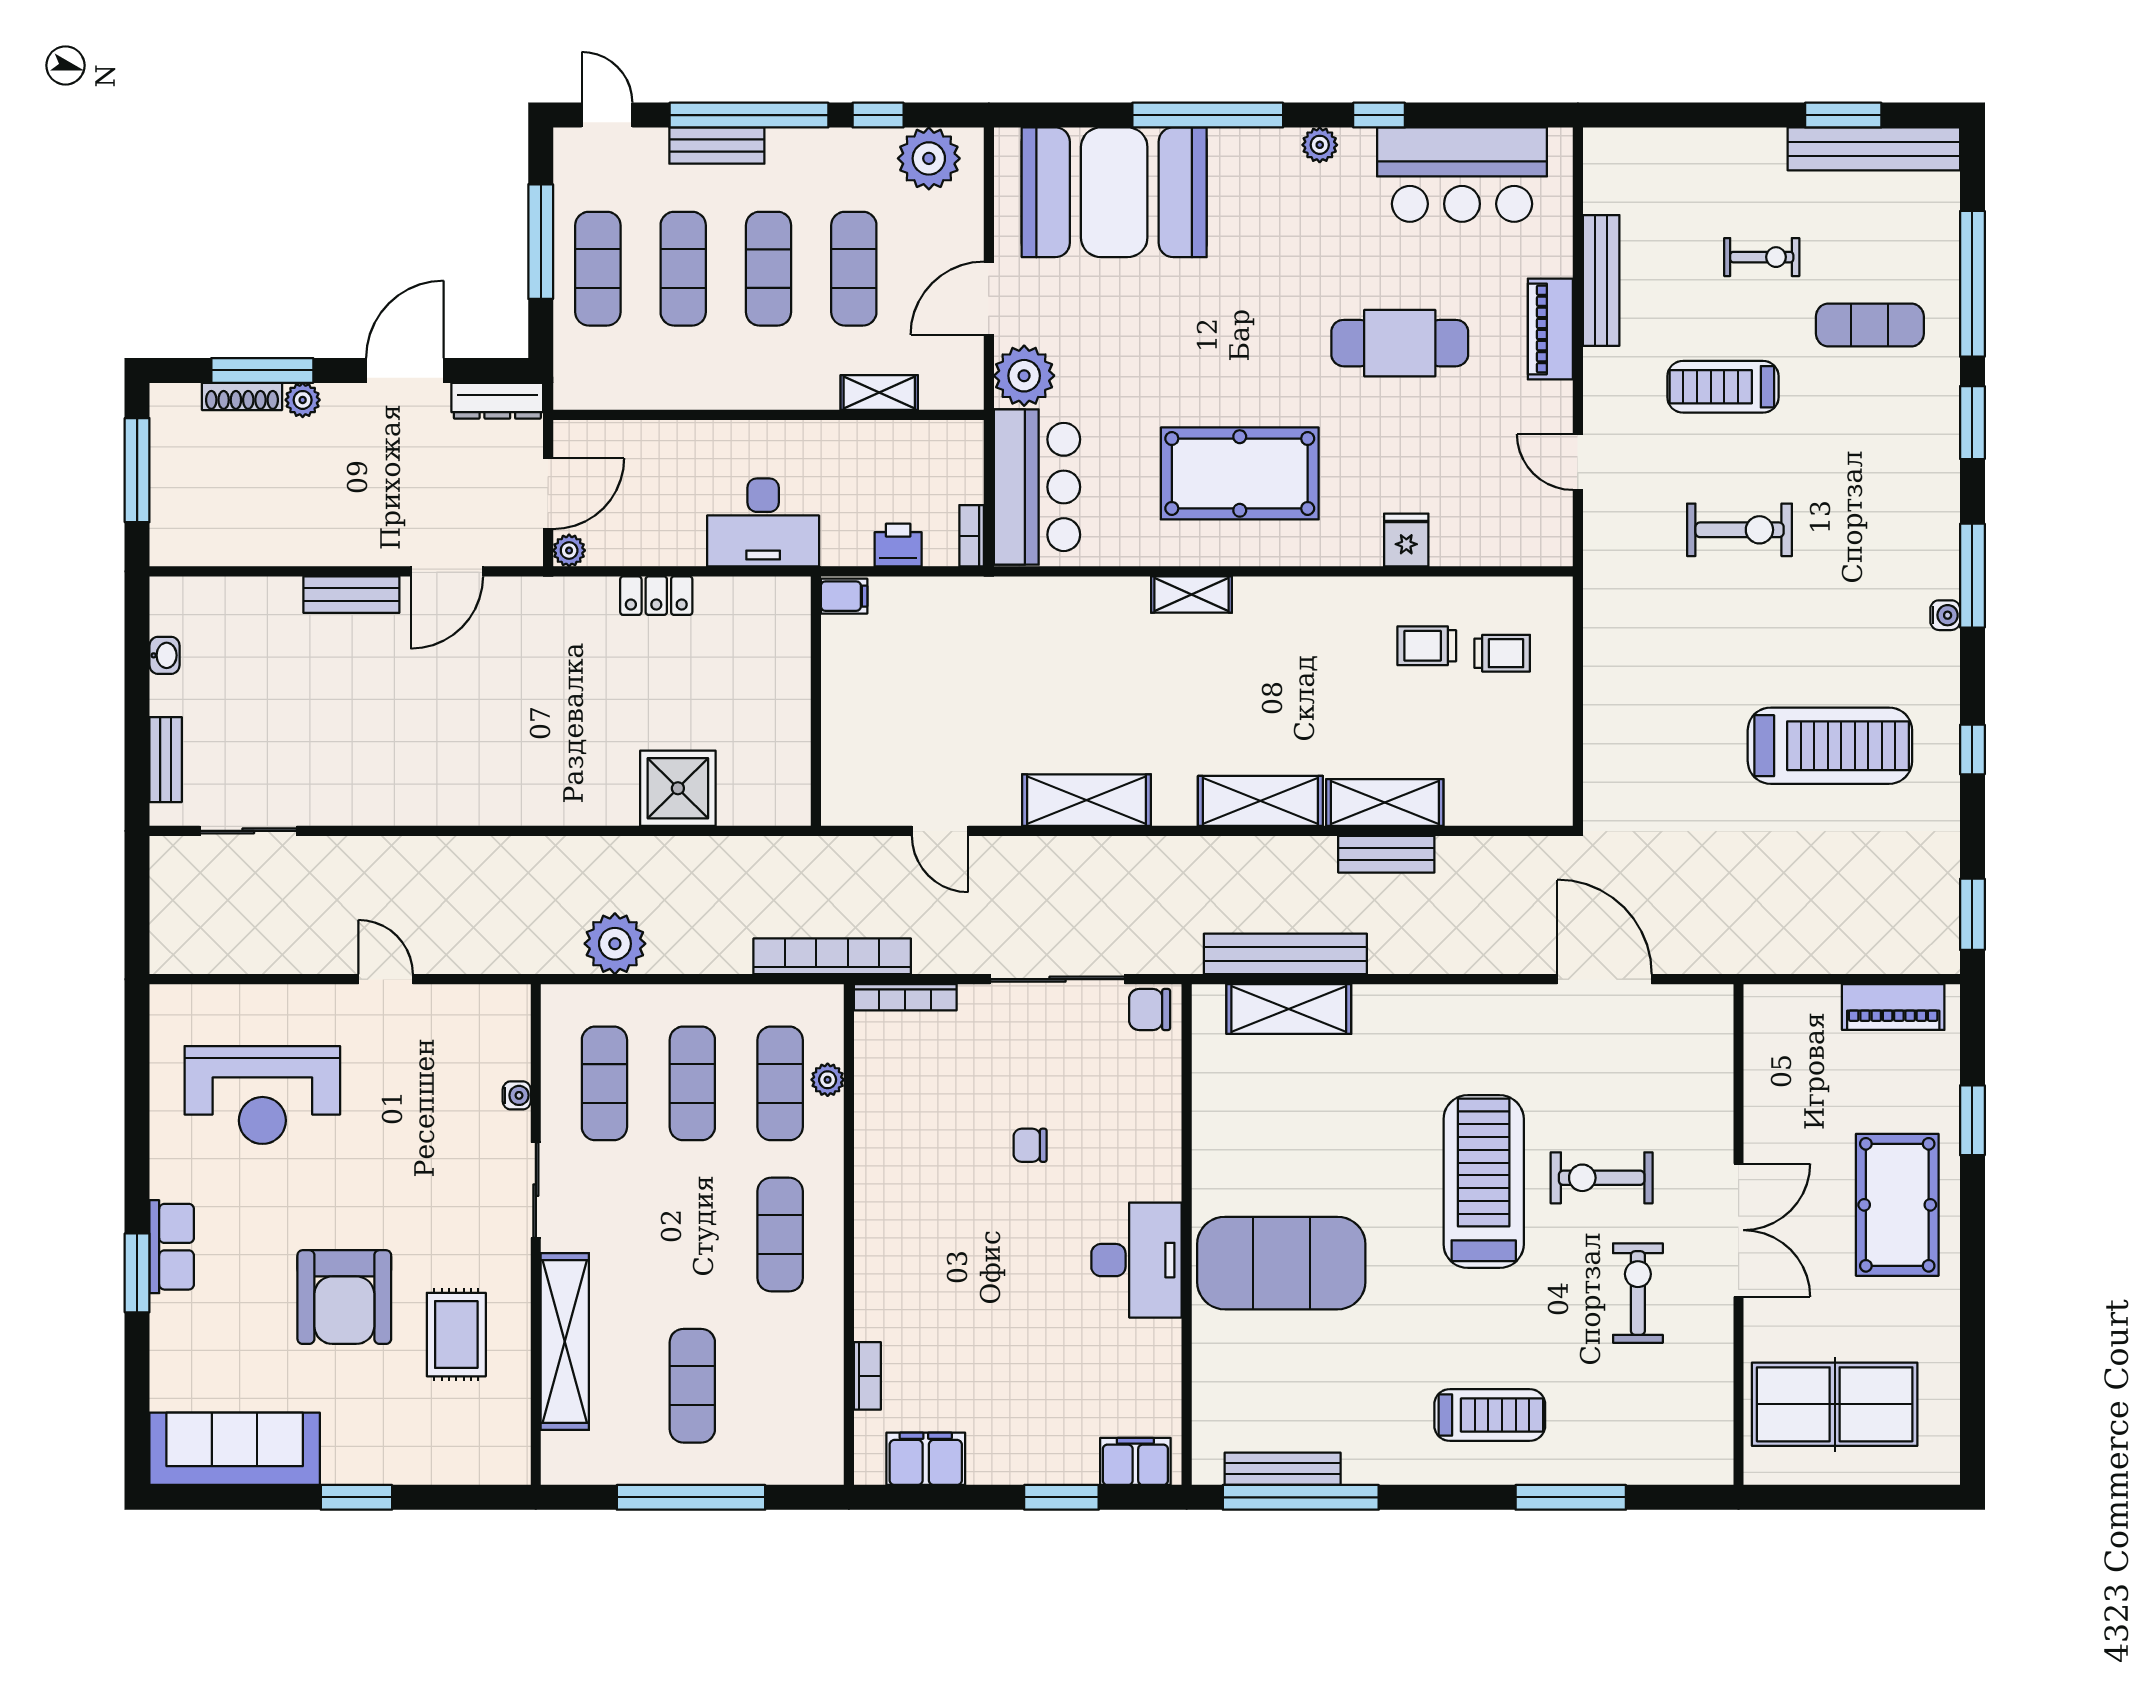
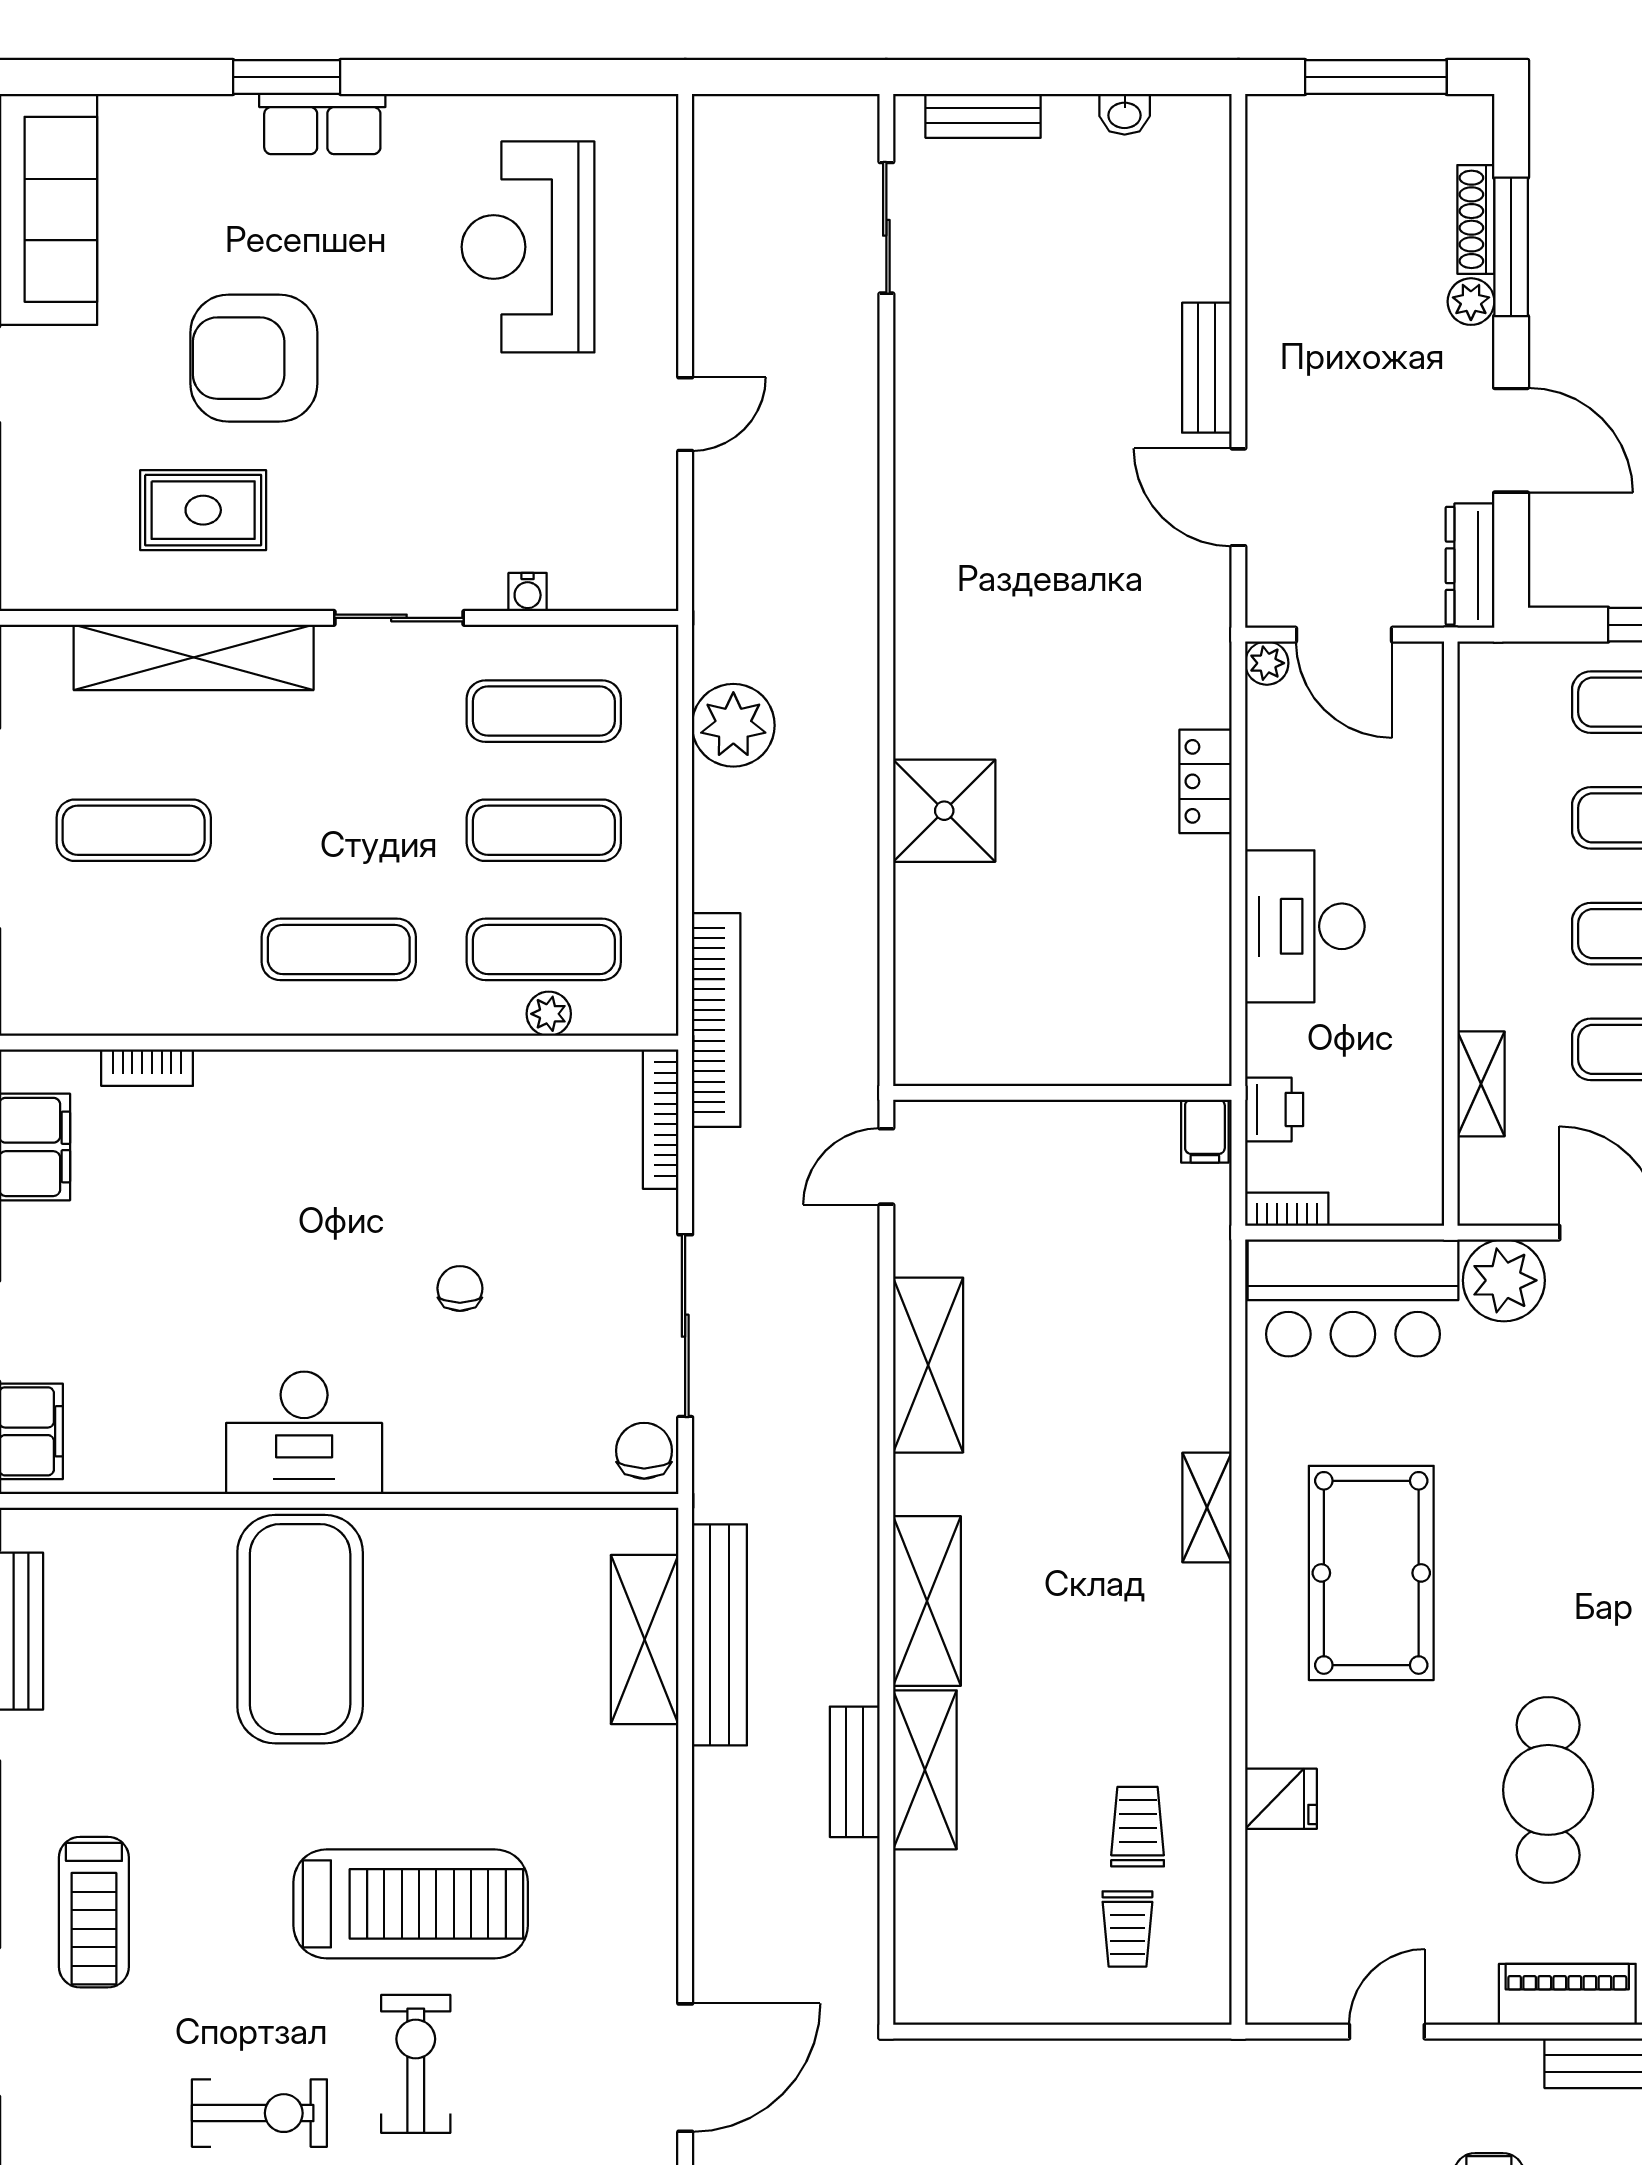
filing cabinet: (844, 596) -> (1205, 1131), moved
wall: (816, 701) -> (1062, 1093), moved

